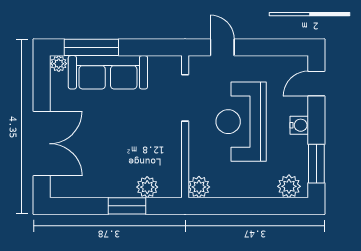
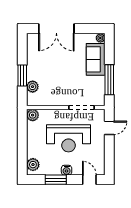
window: (91, 47) -> (109, 80), moved
sofa: (108, 72) -> (96, 59), width x0.73
reception desk: (241, 122) -> (68, 138), turned 180
window: (316, 164) -> (56, 180), moved

